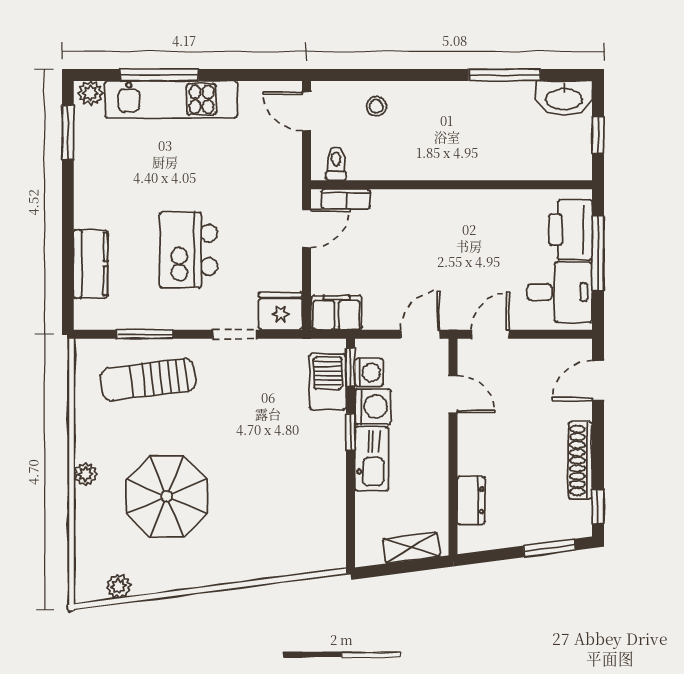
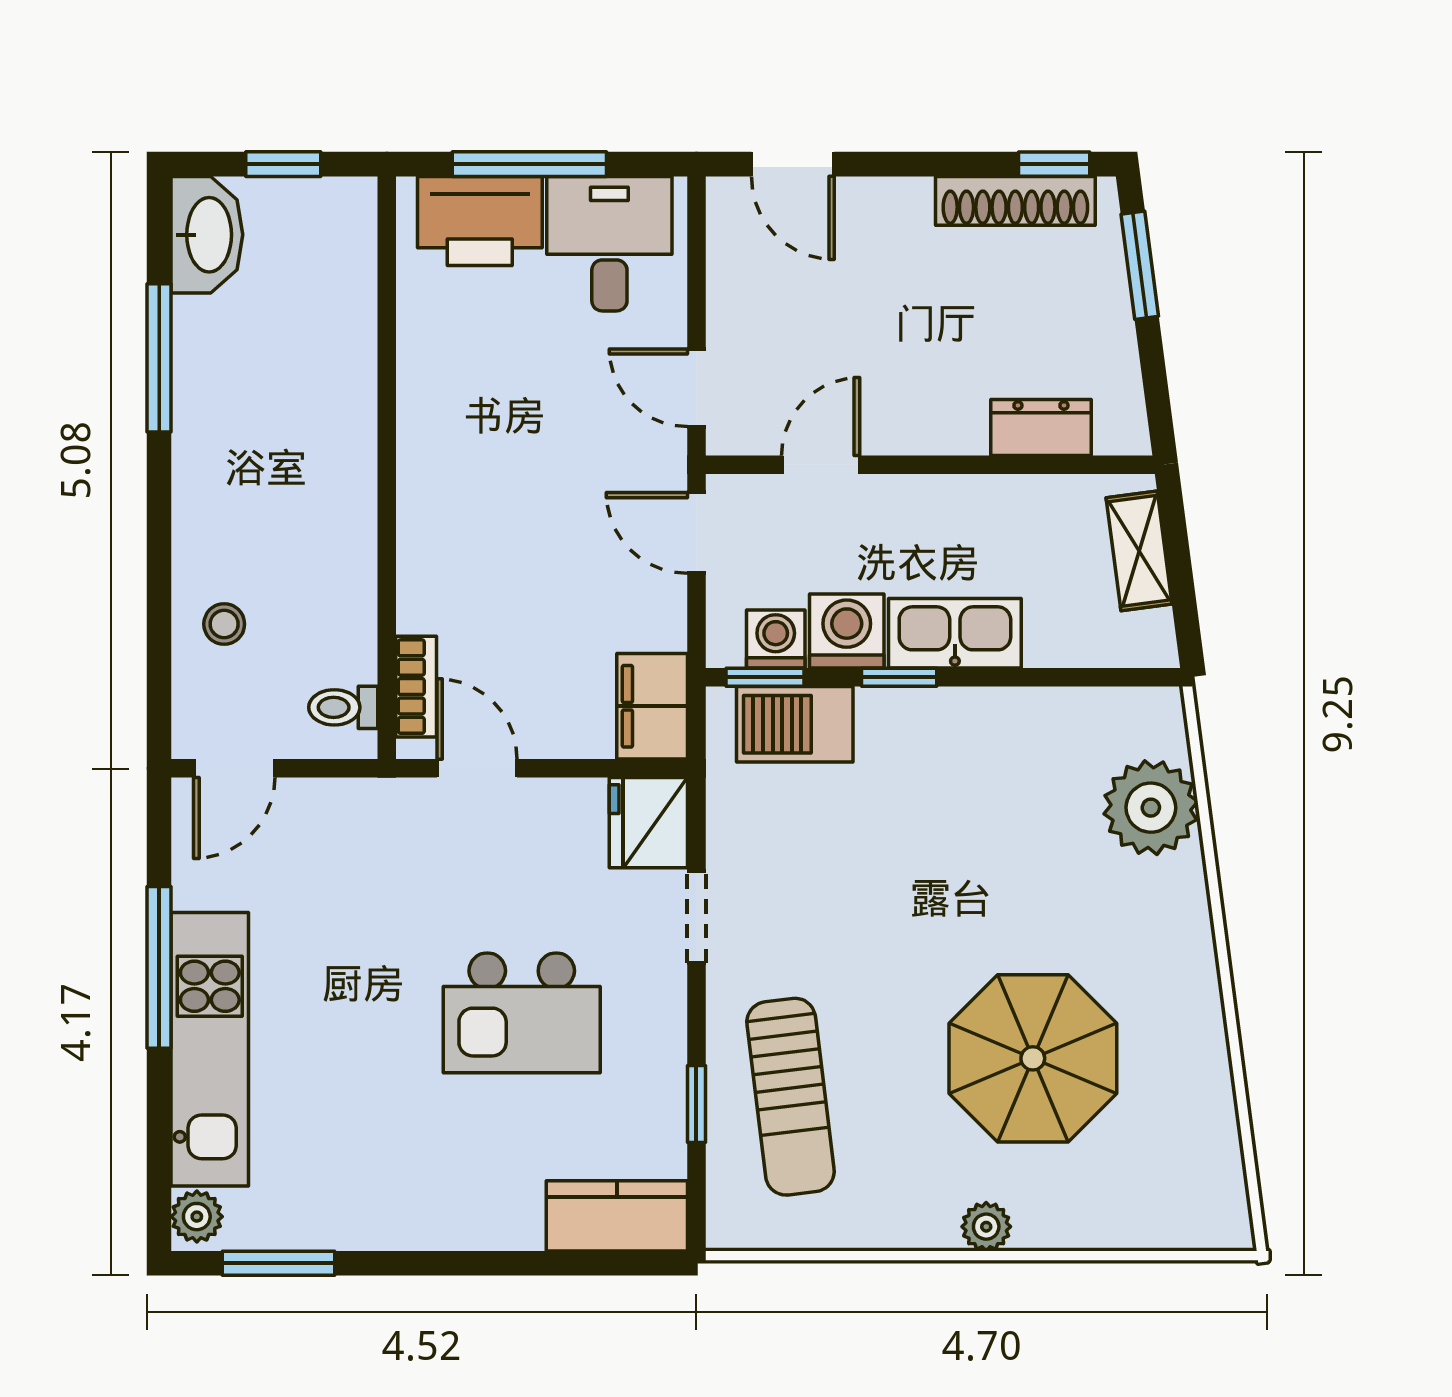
window: (159, 75) -> (159, 967), moved
kitchen counter: (91, 264) -> (617, 1216), moved
window: (145, 334) -> (696, 1104), width x0.67
shoe rack: (580, 460) -> (1015, 201), moved
plant: (119, 586) -> (1151, 808), moved, width x1.87, depth x1.87

